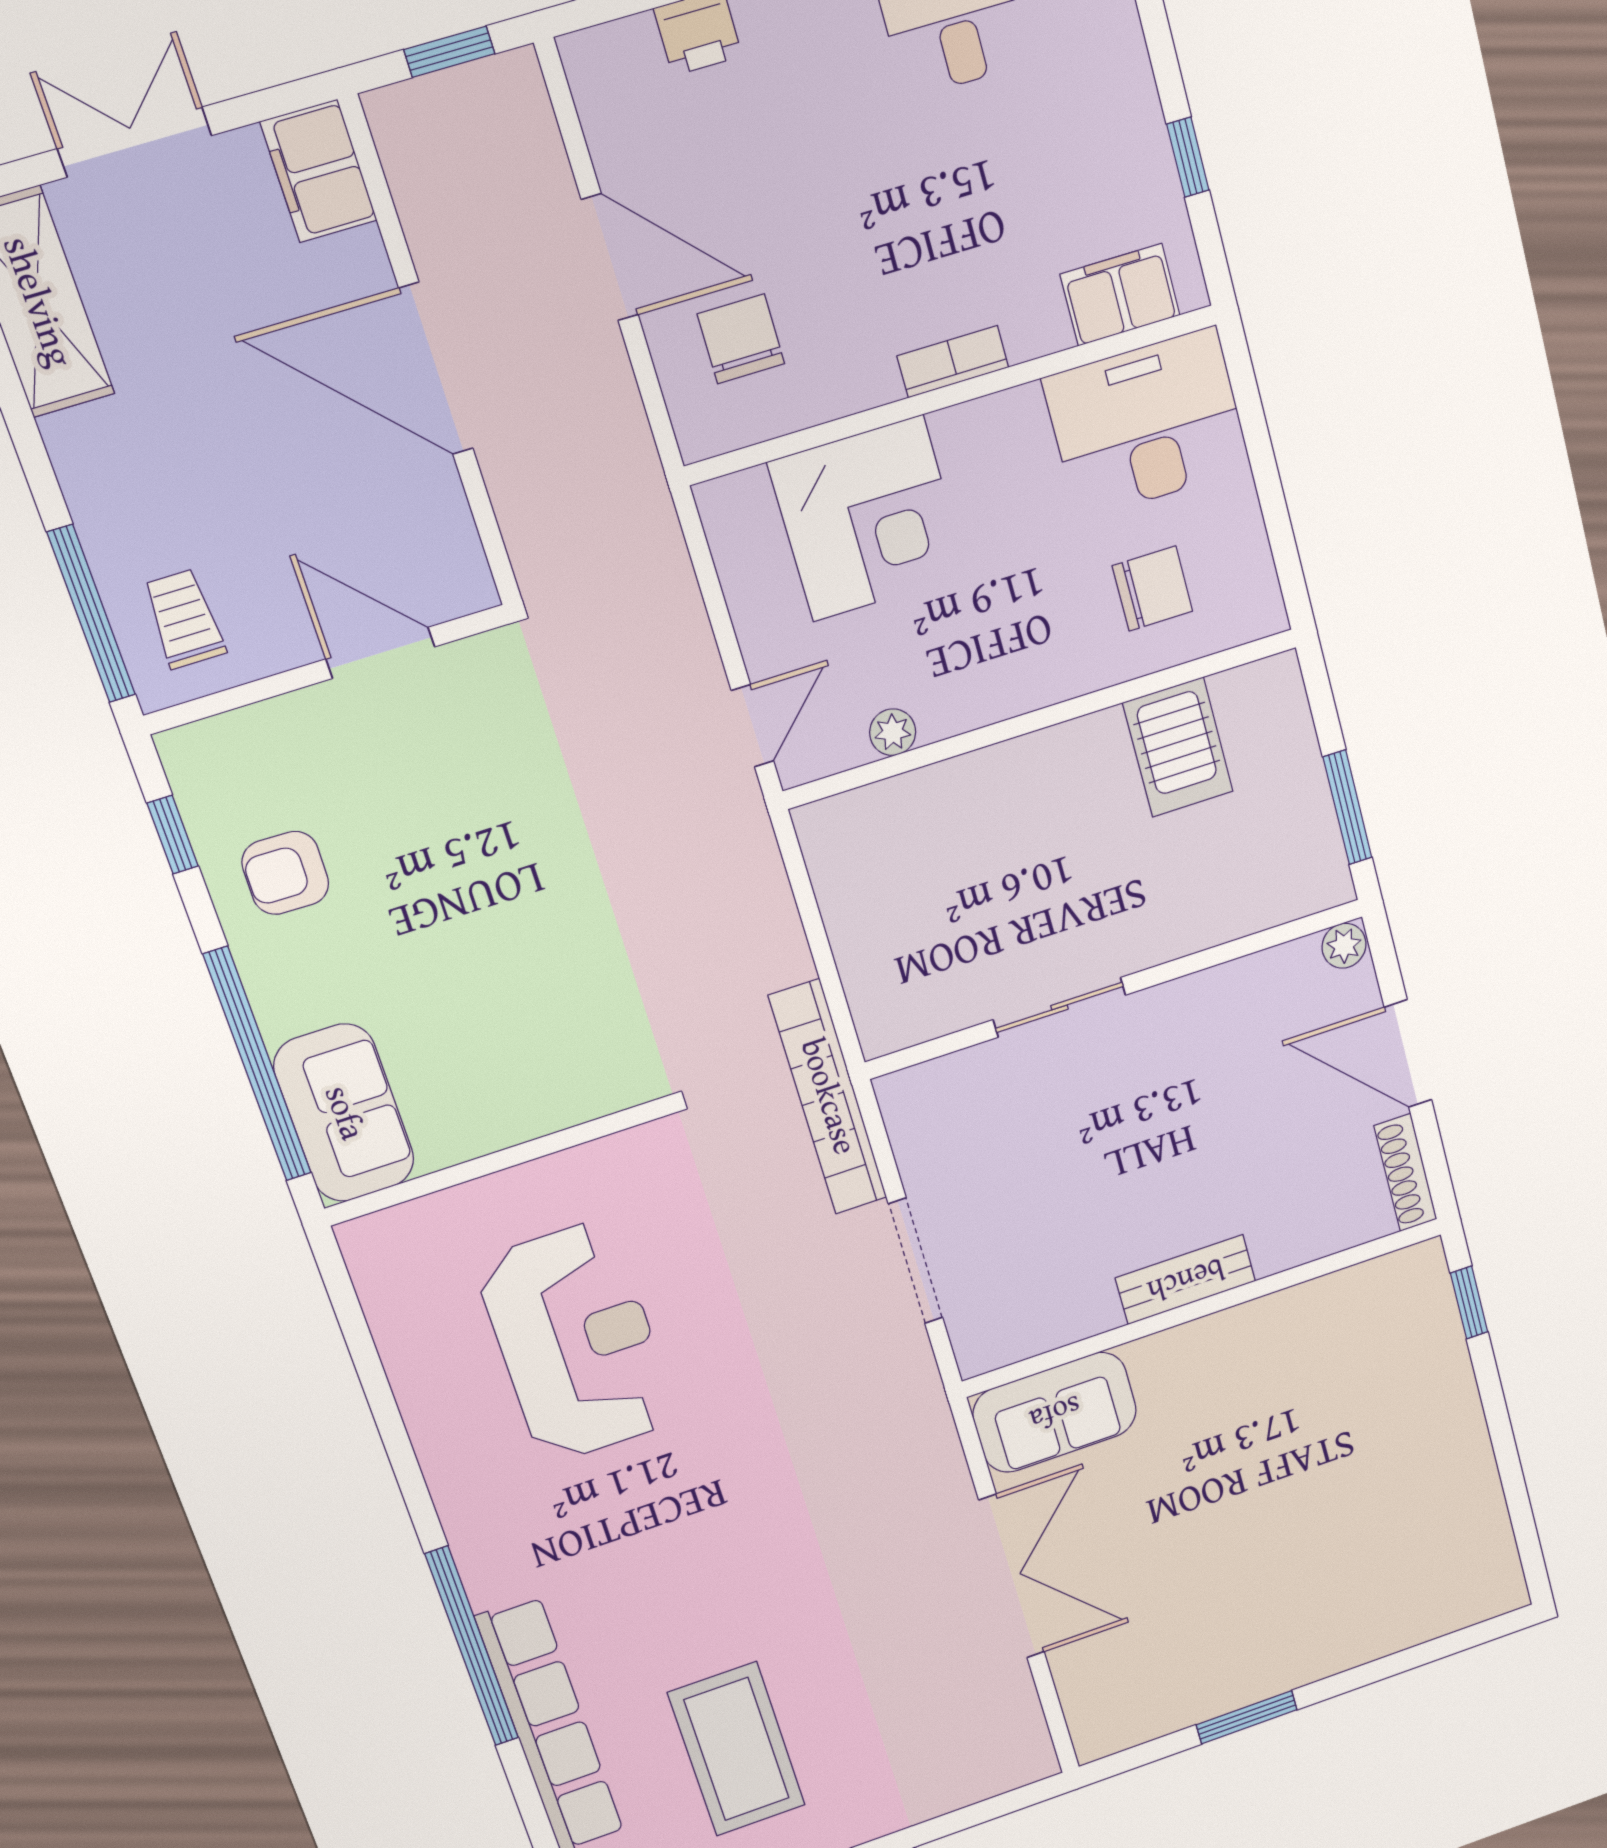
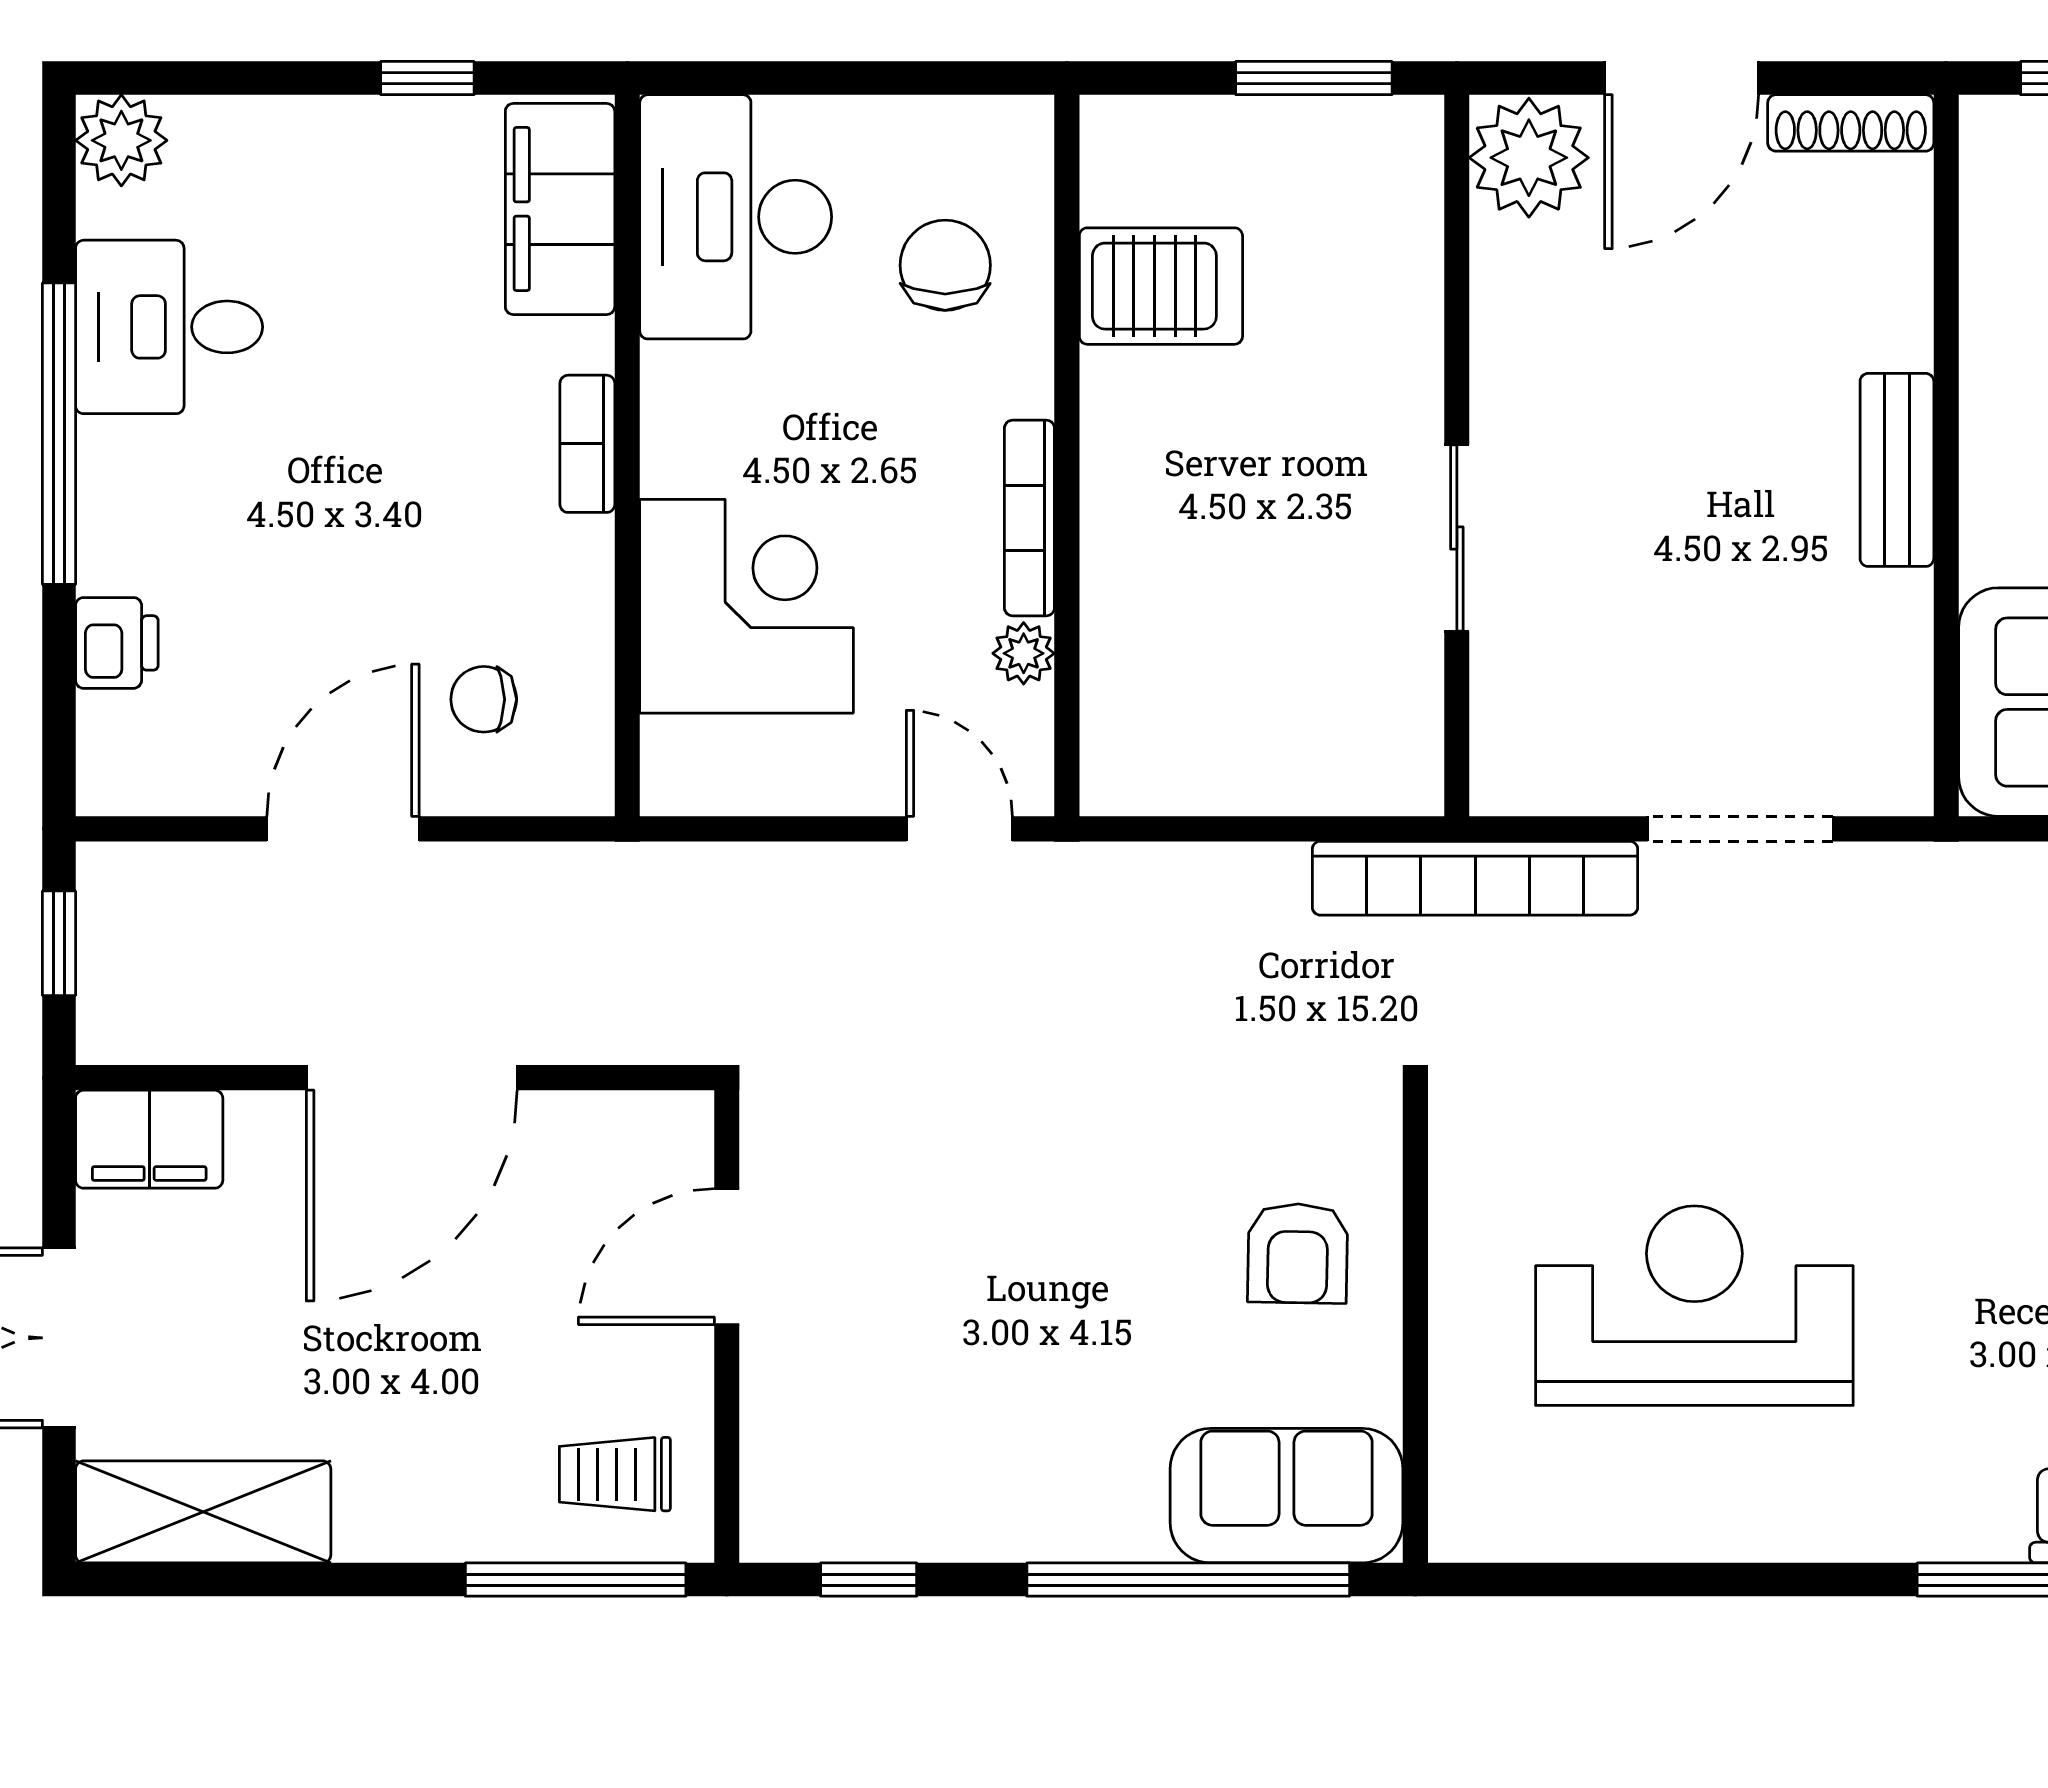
filing cabinet: (1120, 295) -> (560, 209), width x1.50, depth x1.17
chair: (741, 339) -> (484, 699), width x0.73, depth x0.73
bookcase: (990, 706) -> (1029, 518), added
armchair: (285, 873) -> (1298, 1253), moved
plant: (1344, 946) -> (1529, 158), width x1.88, depth x1.88

